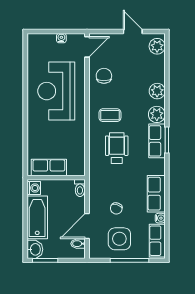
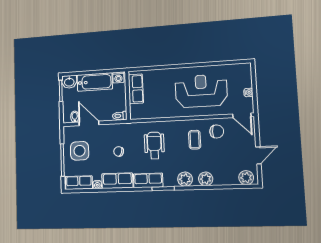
coffee table: (110, 115) -> (195, 140), moved
row of seats: (157, 141) -> (148, 180), moved
wheelchair: (117, 148) -> (154, 145), turned -90
chair: (116, 208) -> (119, 151), moved

